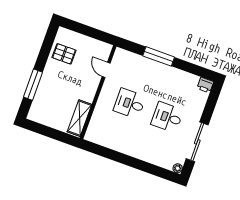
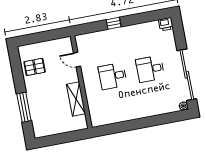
window: (159, 56) -> (114, 23), width x0.46
shelving: (80, 118) -> (76, 99), moved
sliding door: (197, 142) -> (187, 75), width x1.36

